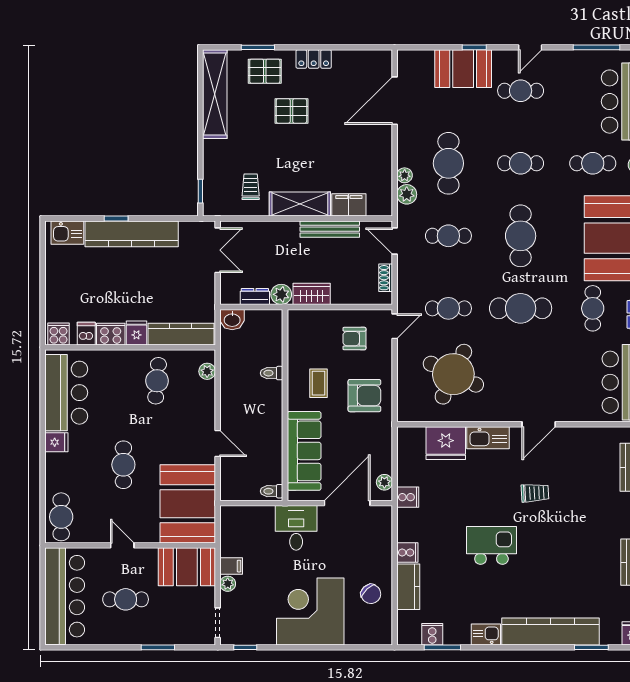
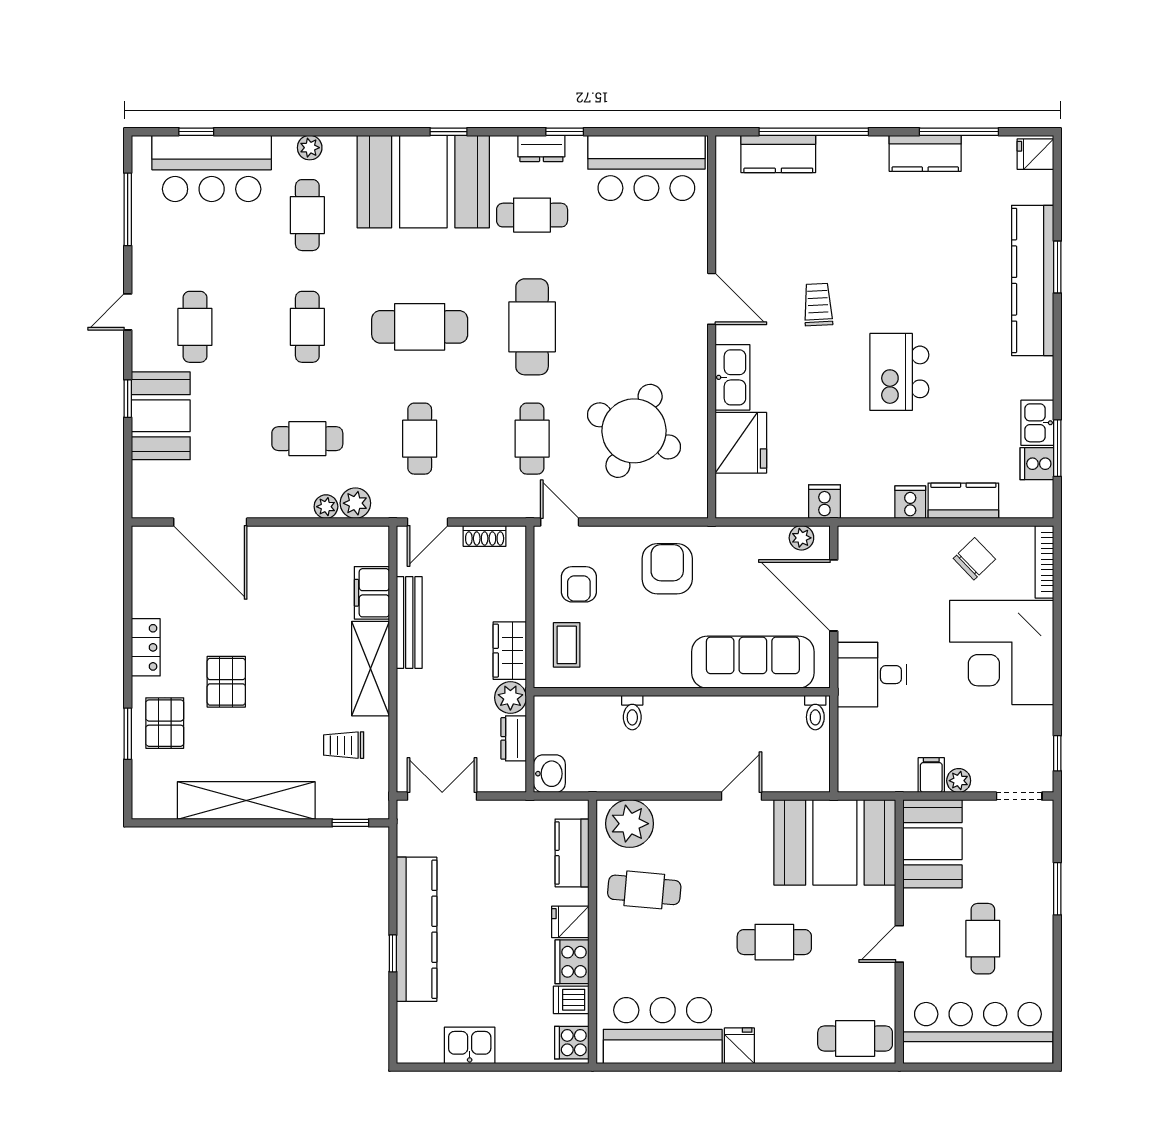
door: (530, 47) -> (128, 312), swing flipped
shelving: (215, 94) -> (246, 801), moved
cafe table: (448, 163) -> (307, 439), width x0.73, depth x0.74
kitchen sink: (67, 233) -> (470, 1045), moved, turned -90
kitchen counter: (181, 334) -> (572, 853), width x0.67
plant: (207, 371) -> (630, 824), width x1.87, depth x1.87
coffee table: (318, 383) -> (567, 645), moved, turned 90
kitchen sink: (486, 634) -> (1037, 423), moved
bookcase: (369, 639) -> (1044, 562), added
window: (591, 647) -> (1057, 267), moved

